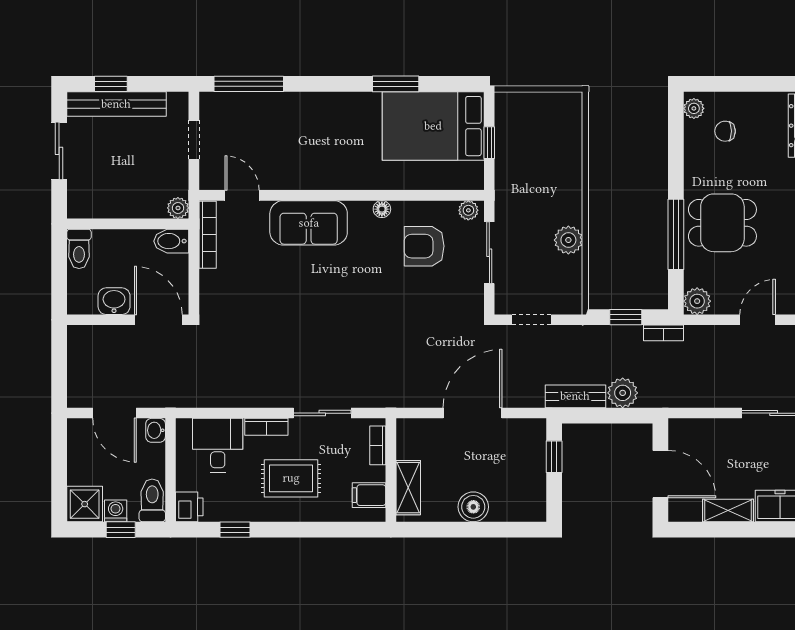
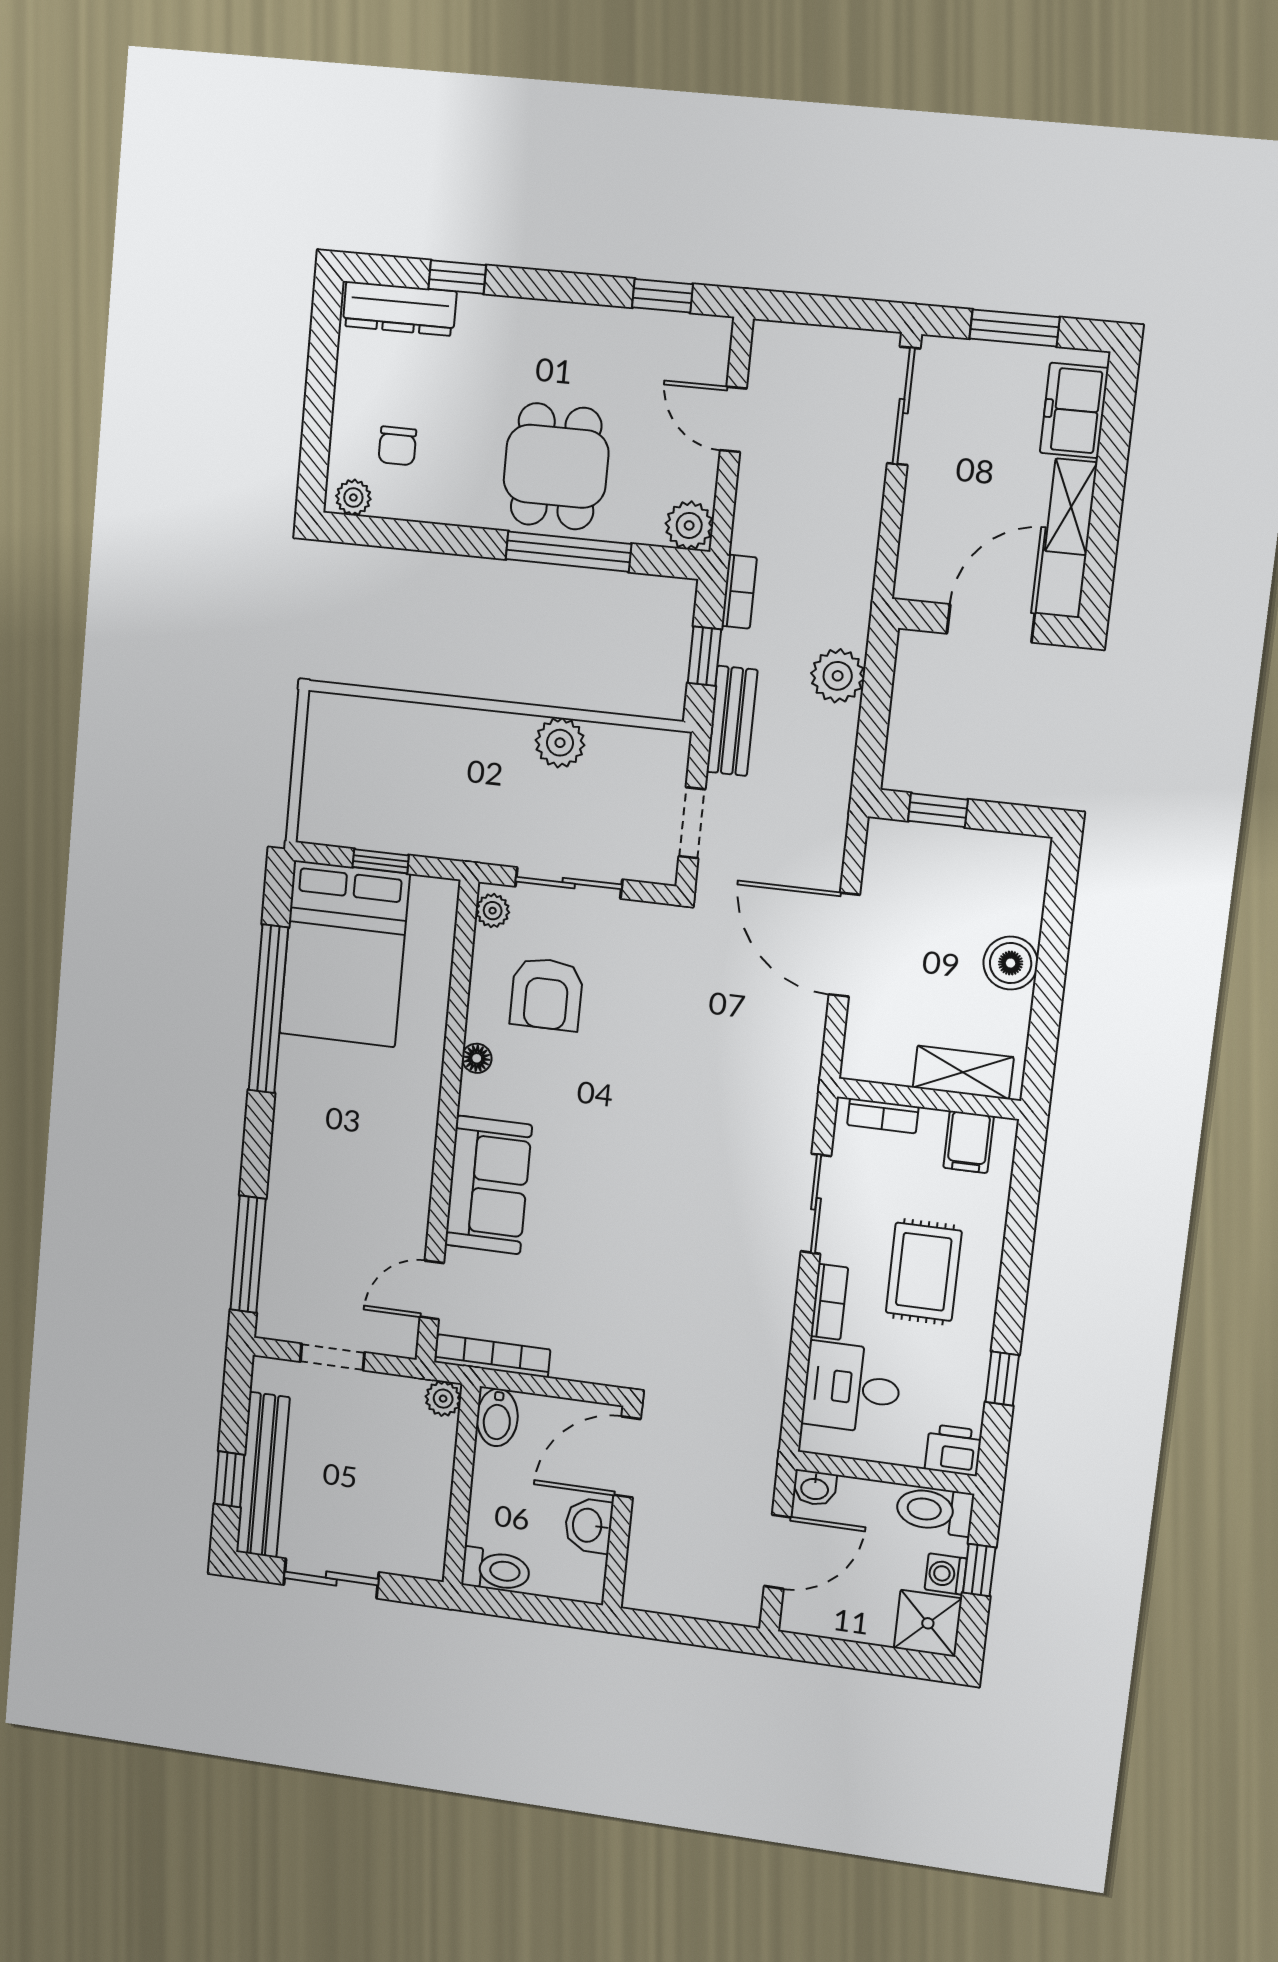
window: (396, 84) -> (268, 1009), width x2.11
bench: (575, 396) -> (732, 721), moved

